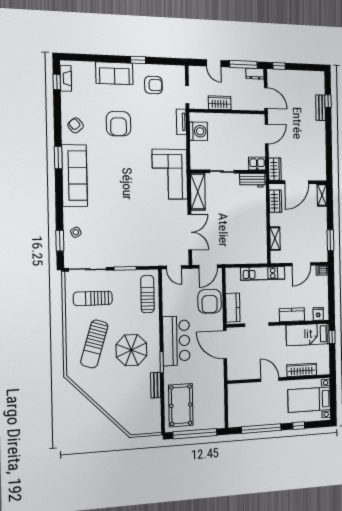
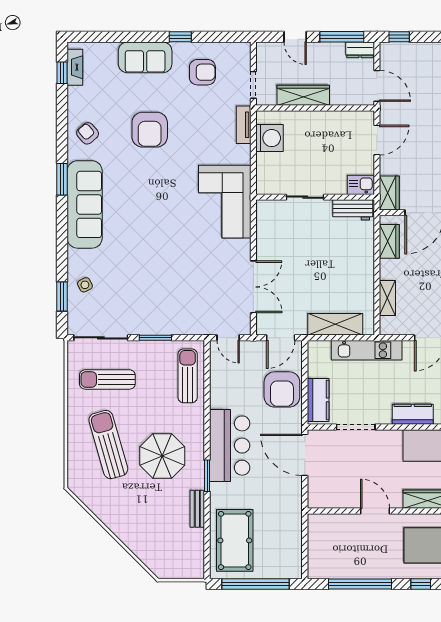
wardrobe: (220, 103) -> (303, 95), width x1.50
shelving: (198, 192) -> (335, 324), moved, turned 90
sun lounger: (94, 344) -> (108, 445), turned 147

